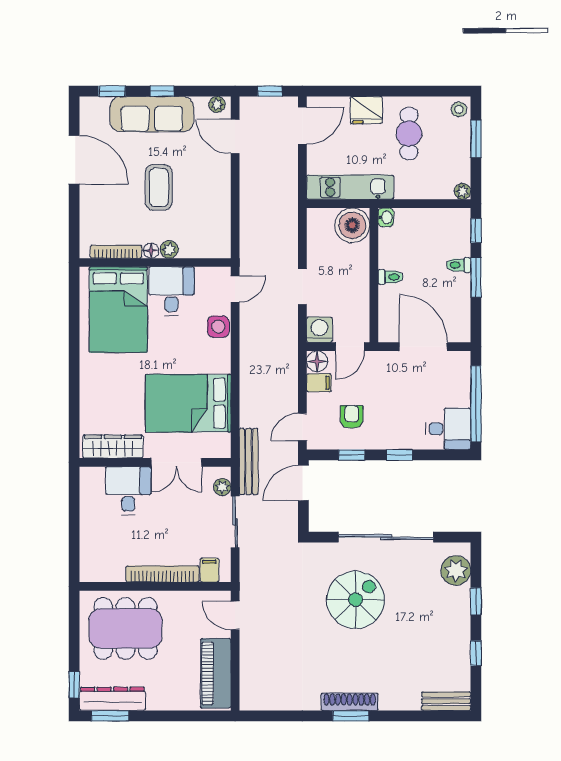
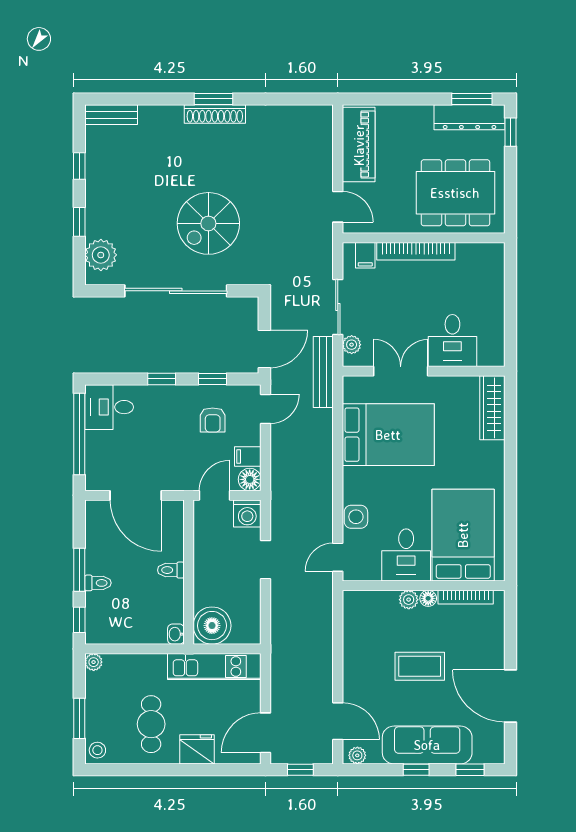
coffee table: (159, 187) -> (420, 666), turned 90
wardrobe: (113, 447) -> (492, 408), moved, turned 90

